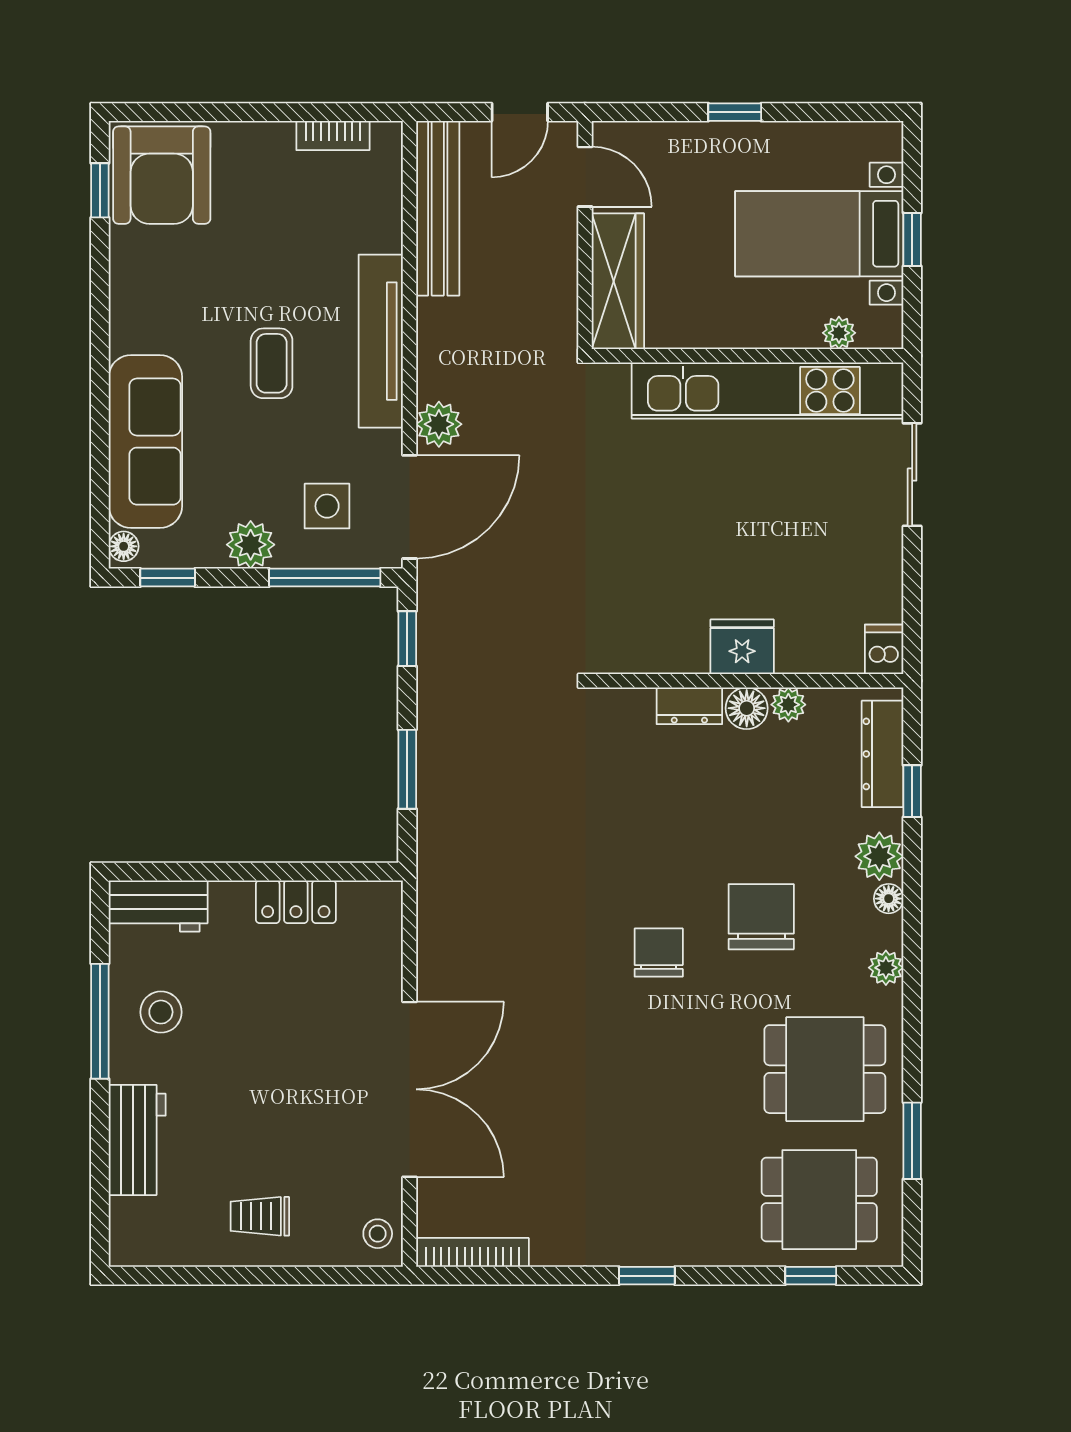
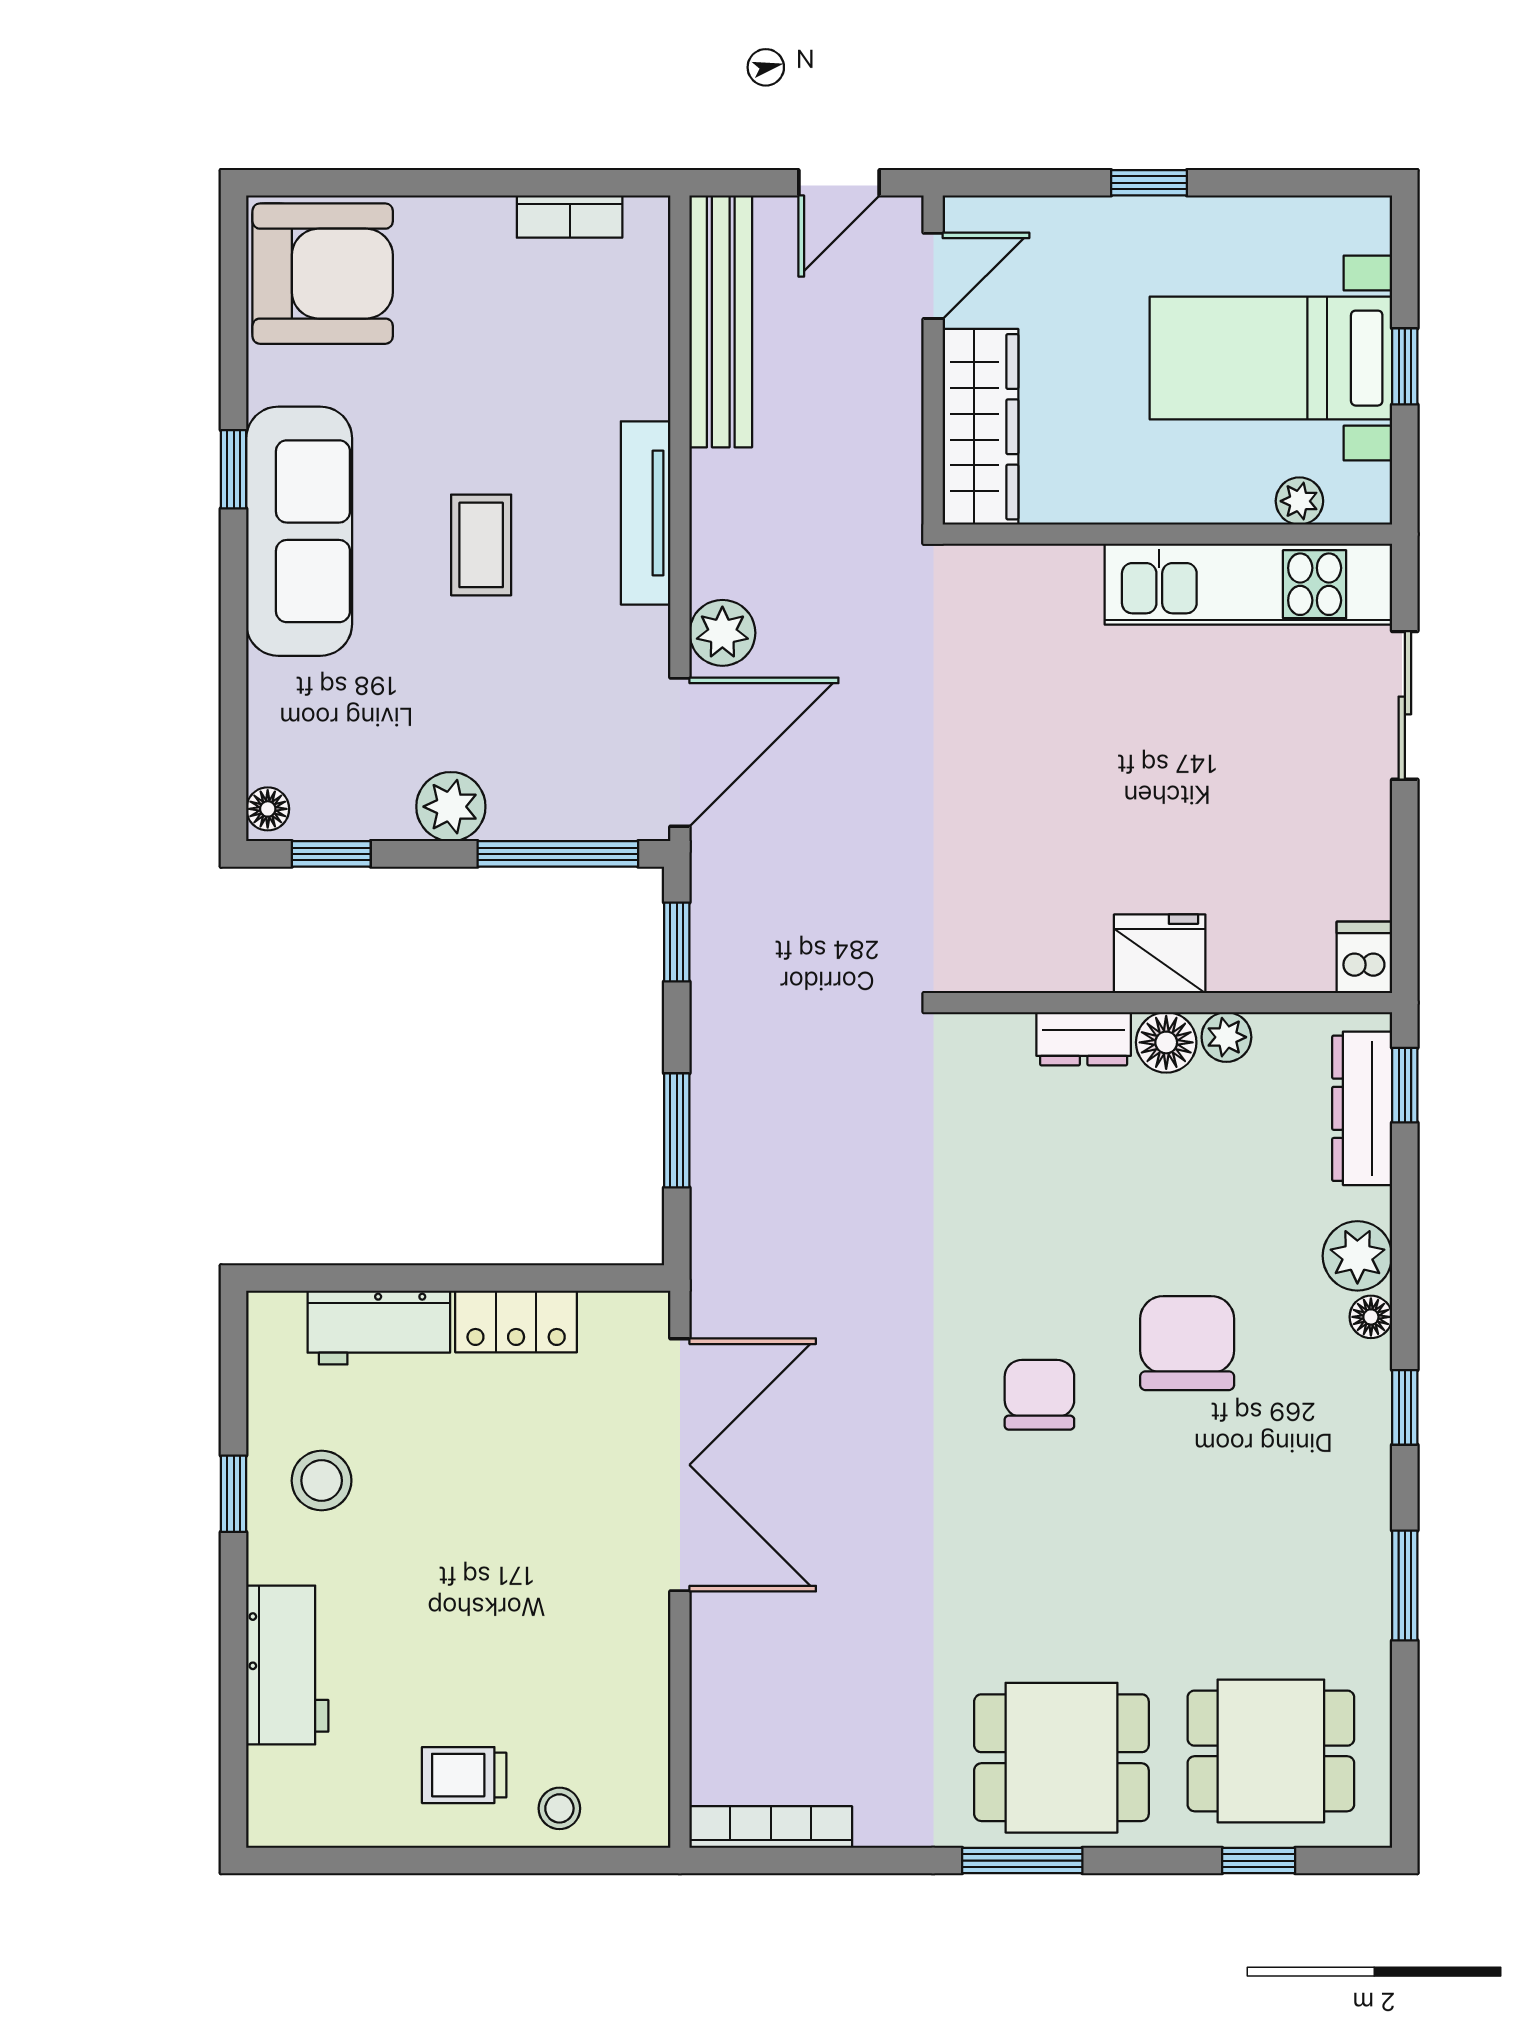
armchair: (162, 175) -> (323, 274), turned -90
door: (585, 177) -> (933, 276), hinge flipped
window: (100, 190) -> (234, 469), moved
tv unit: (381, 341) -> (646, 513), width x0.73, depth x0.78
kitchen unit: (767, 390) -> (1248, 584), width x0.73
sofa: (145, 442) -> (299, 531), moved
side table: (327, 506) -> (561, 751), removed
window: (912, 791) -> (1405, 1085), moved
workbench: (158, 906) -> (379, 1328), moved
window: (912, 961) -> (1405, 1407), added
plant: (886, 968) -> (1367, 1417), removed
window: (100, 1021) -> (234, 1494), width x0.46
dining table: (825, 1069) -> (1061, 1758), moved
double door: (409, 1089) -> (680, 1465), moved
window: (912, 1141) -> (1405, 1586), moved
stool: (378, 1234) -> (559, 1808), moved
window: (647, 1276) -> (1022, 1861), width x1.50

